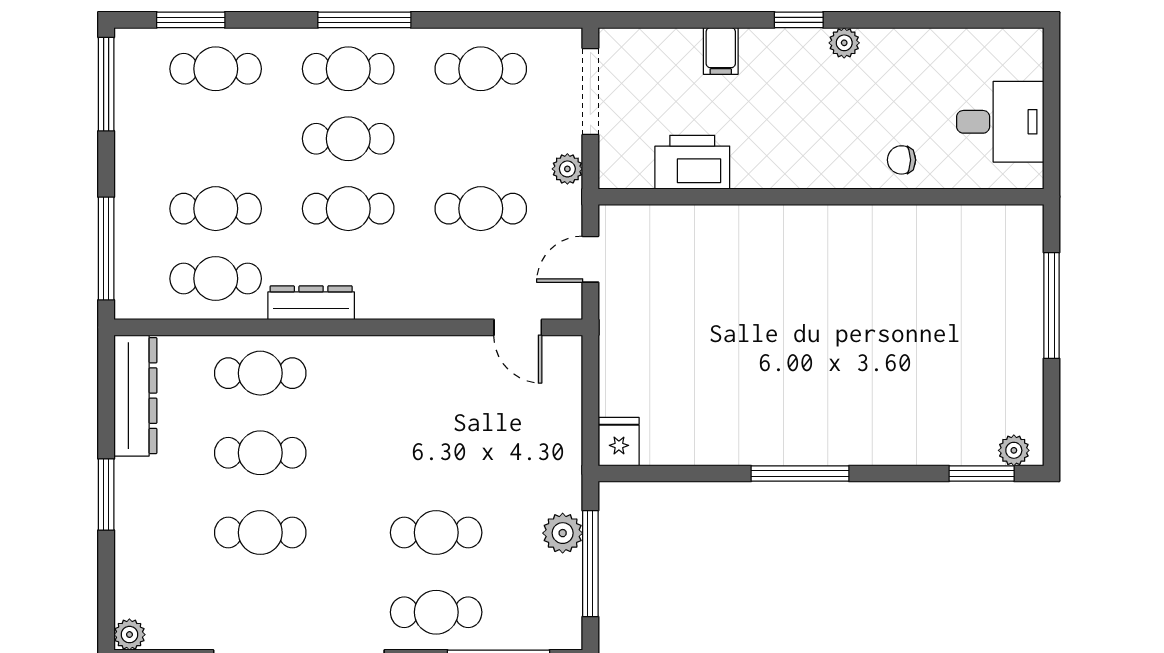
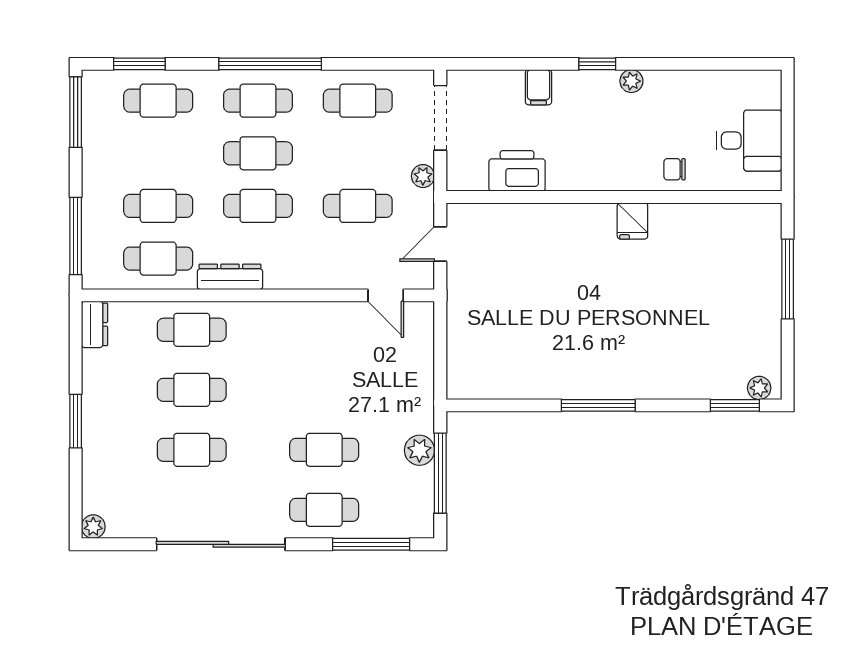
window: (364, 20) -> (270, 64), width x1.46
dresser: (135, 396) -> (94, 324), width x0.51, depth x0.80
fridge: (619, 442) -> (632, 221), moved, turned 180

